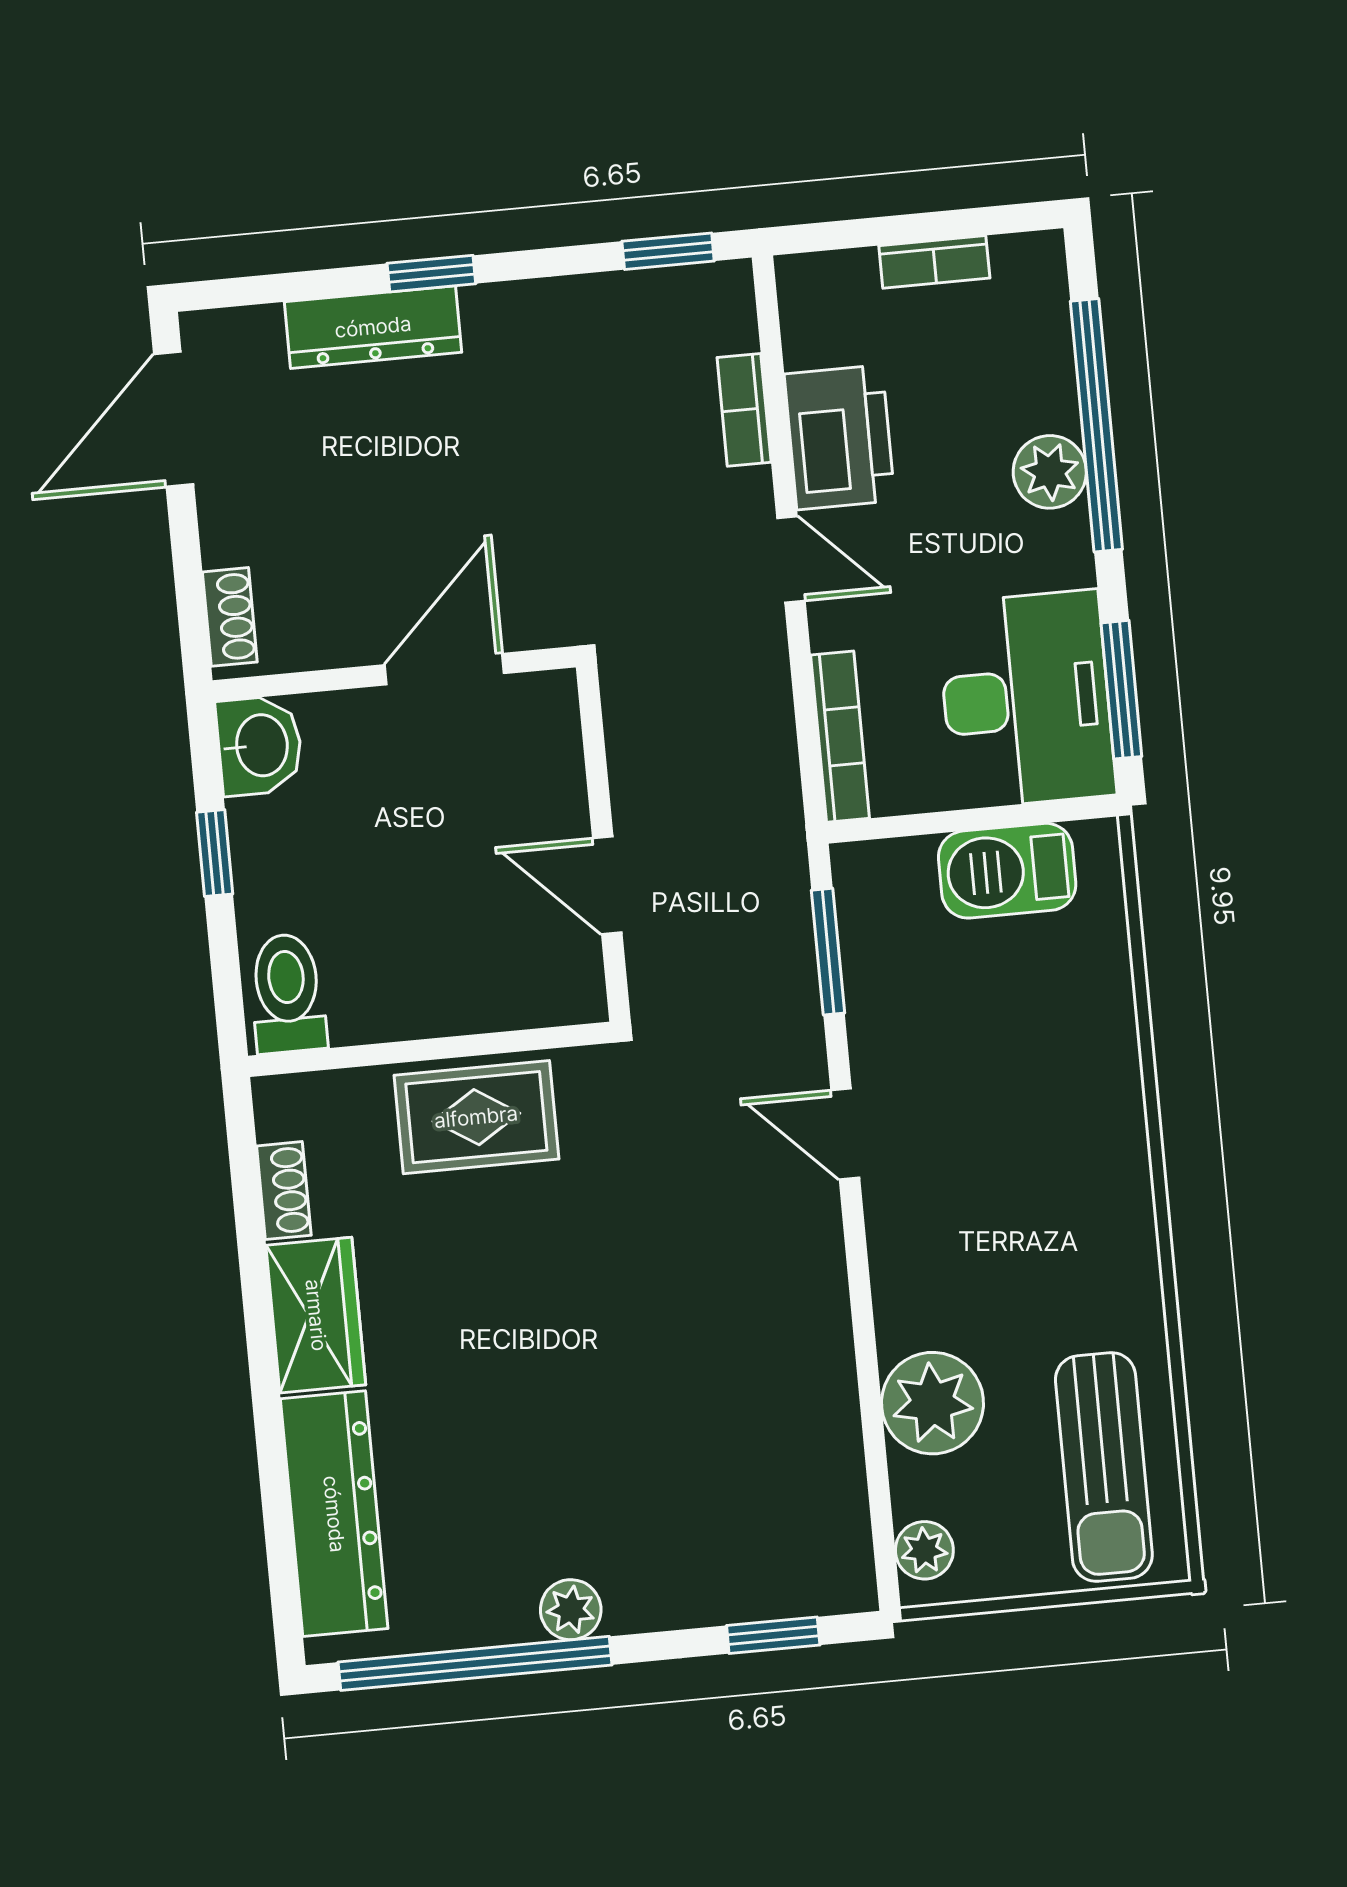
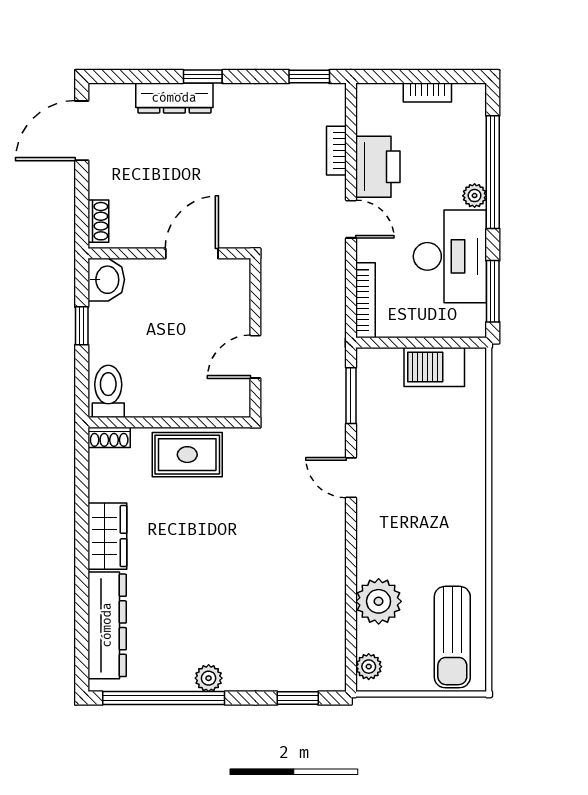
plant: (1050, 472) -> (475, 196), width x0.73, depth x0.73
desk: (1026, 699) -> (450, 256), moved
door: (607, 885) -> (255, 357), hinge flipped
shoe rack: (284, 1191) -> (109, 437), moved, turned 90

